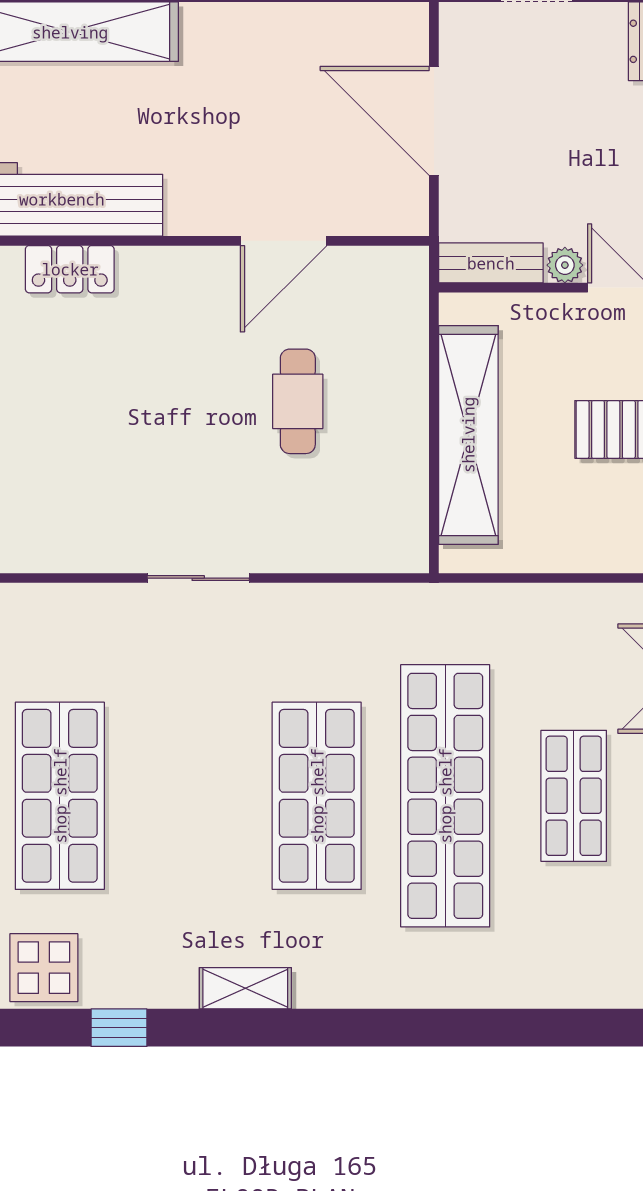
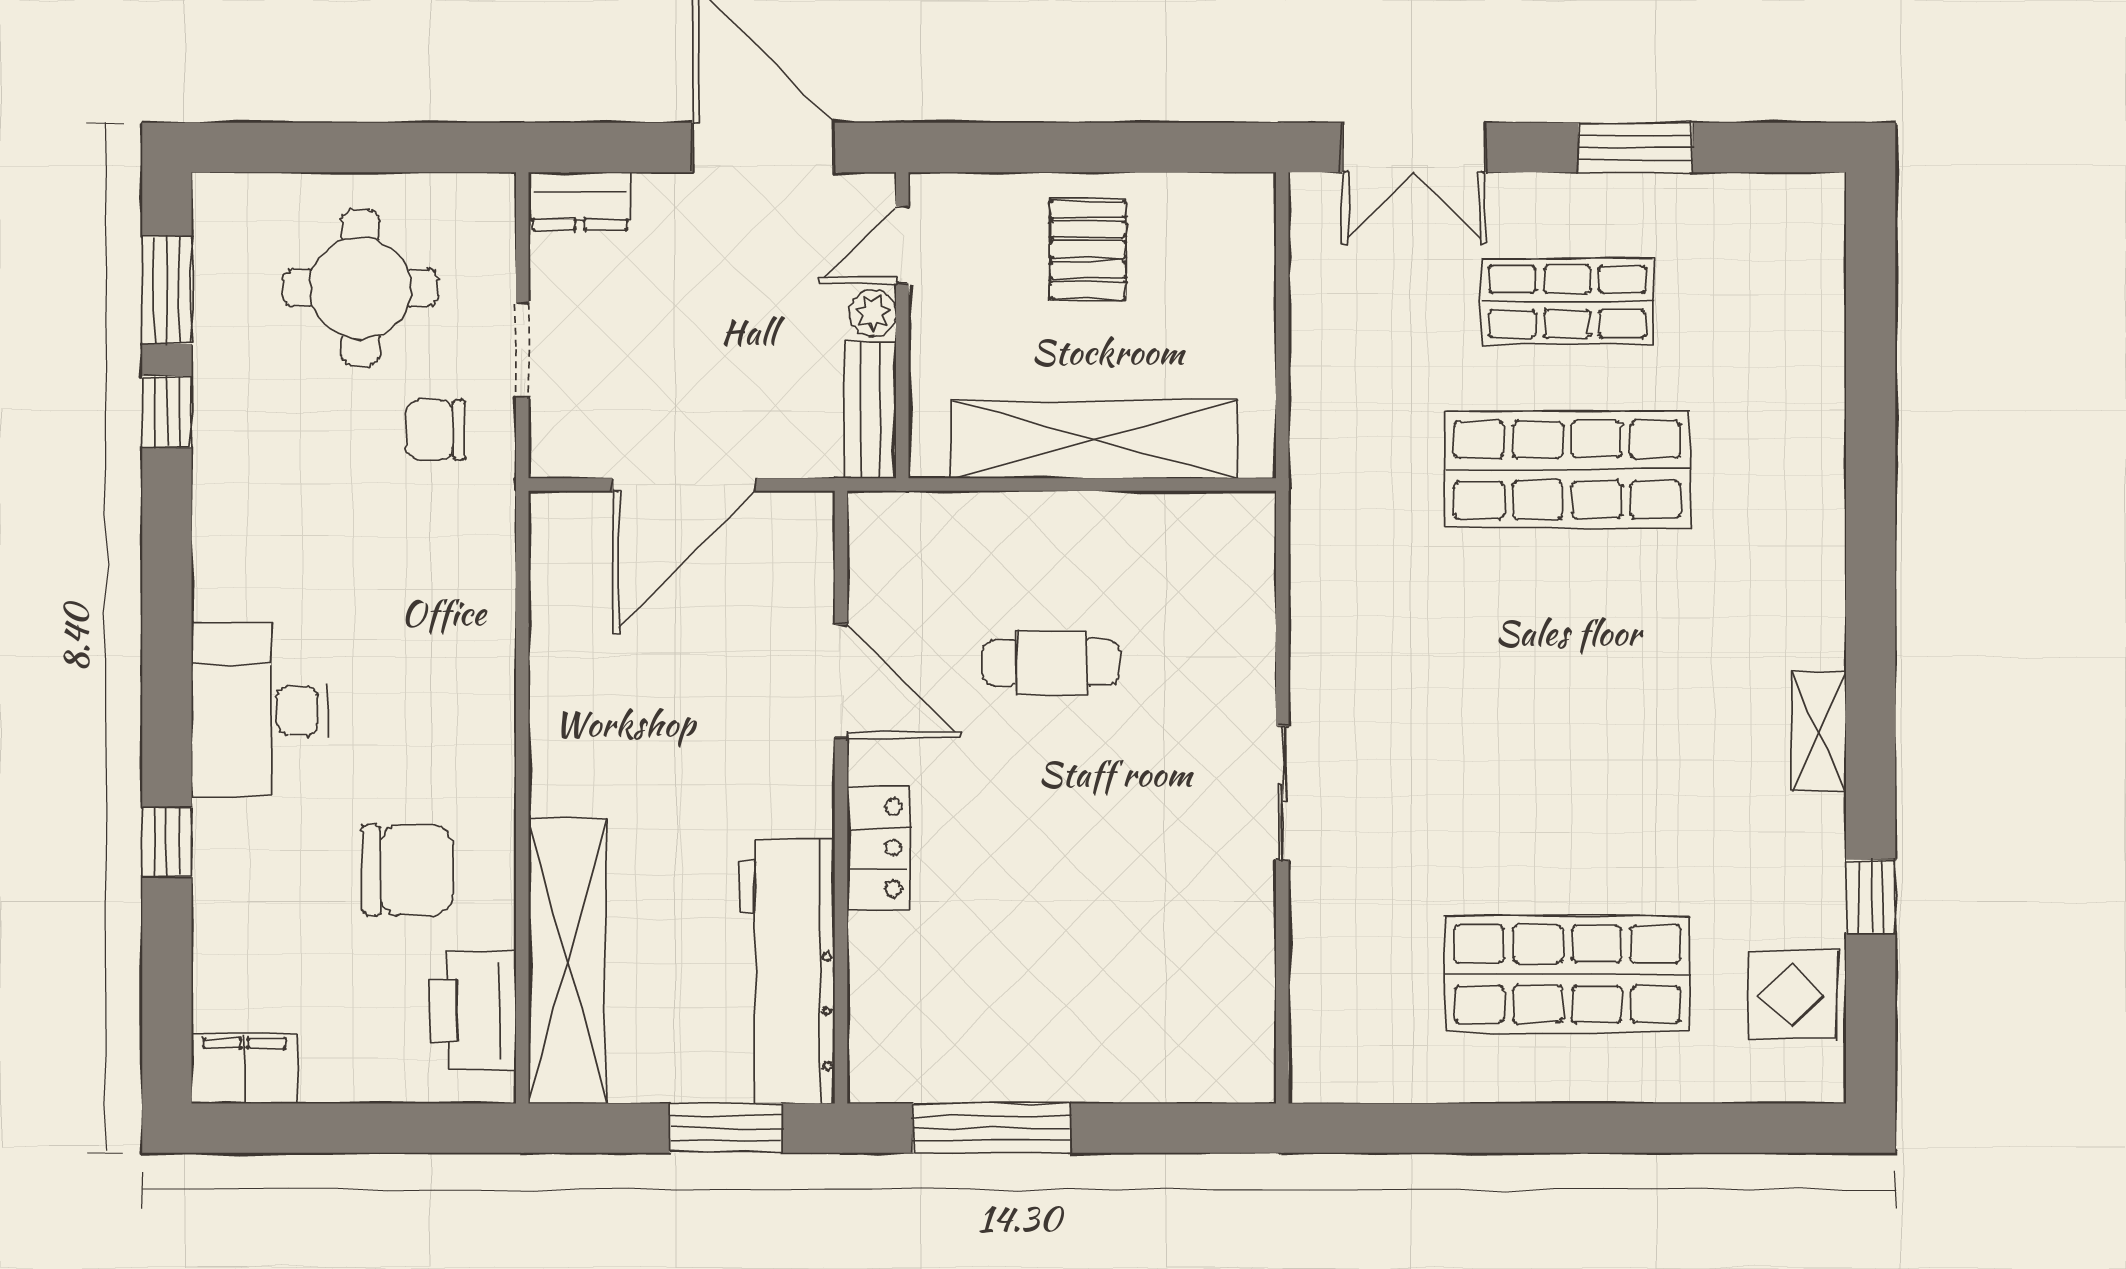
locker: (70, 269) -> (878, 848), moved
shop shelf: (317, 796) -> (1567, 638), removed
shop shelf: (445, 796) -> (1567, 470), width x0.71

